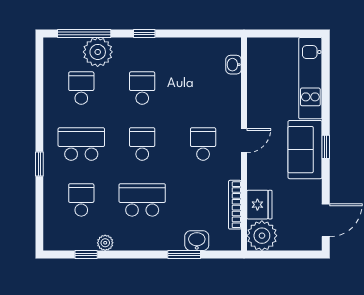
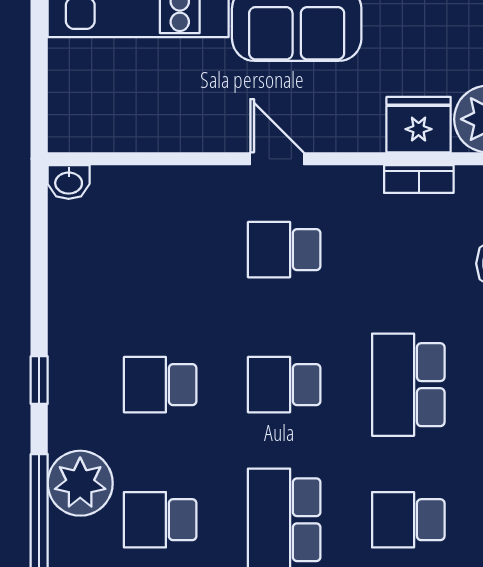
washbasin: (234, 65) -> (69, 182), moved
bookcase: (235, 205) -> (419, 179), width x0.64

